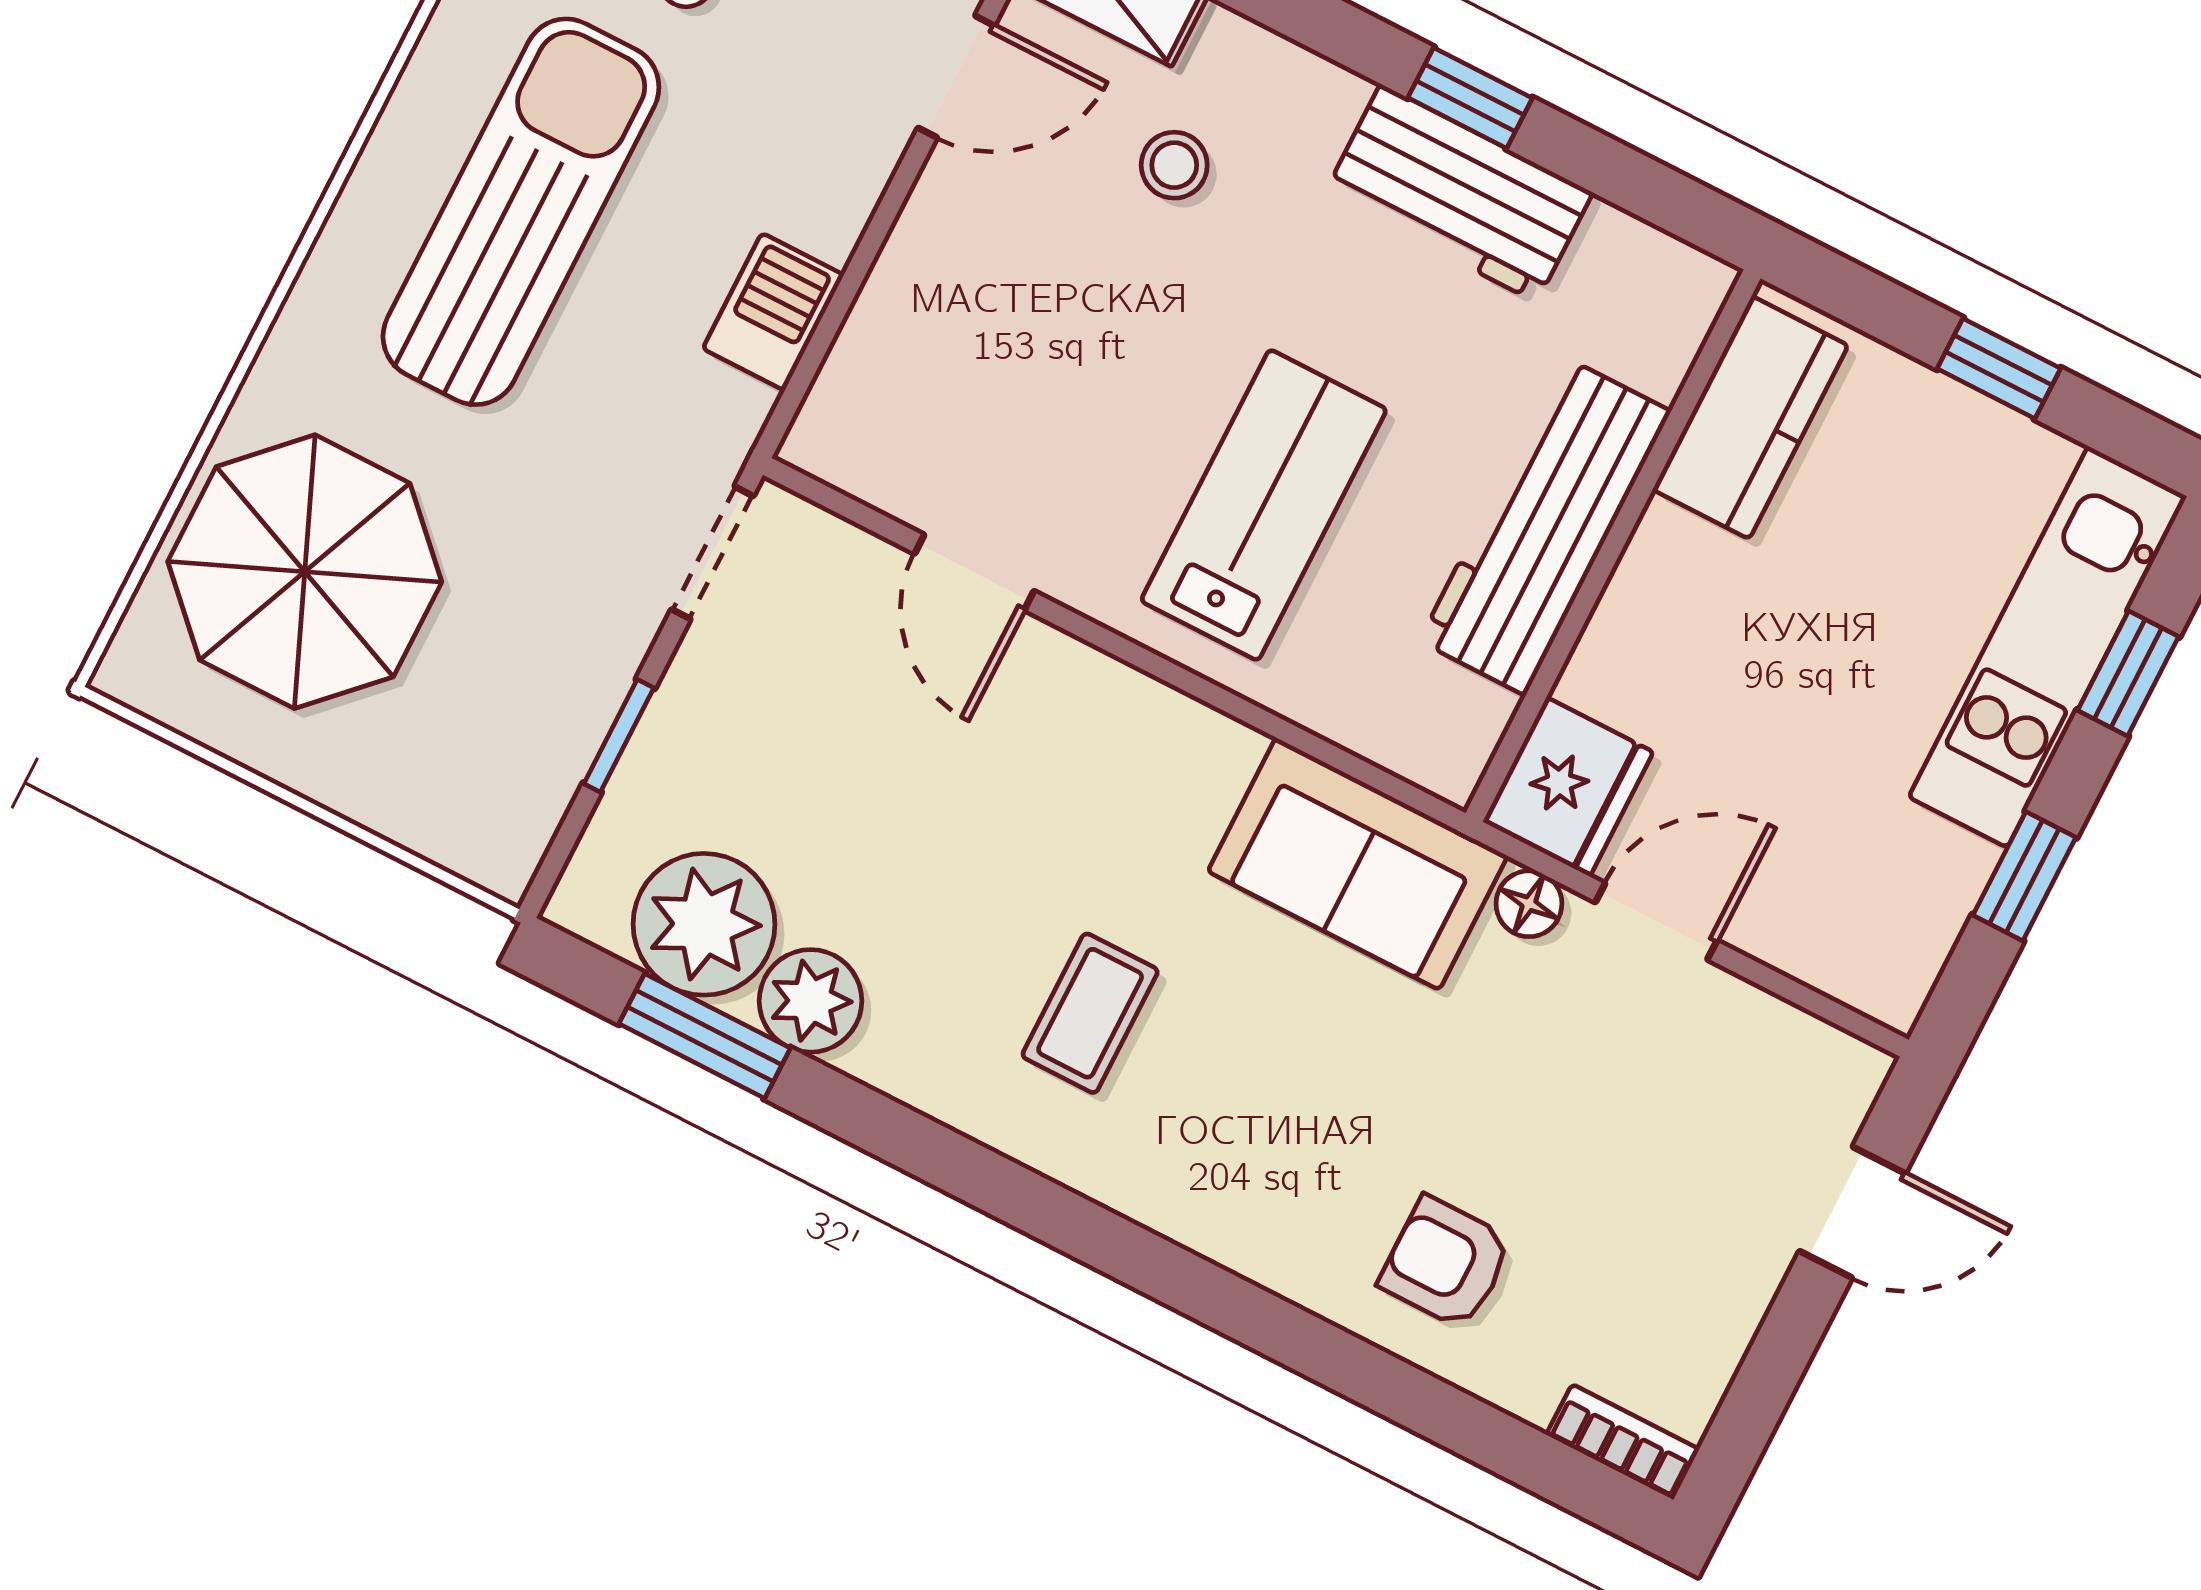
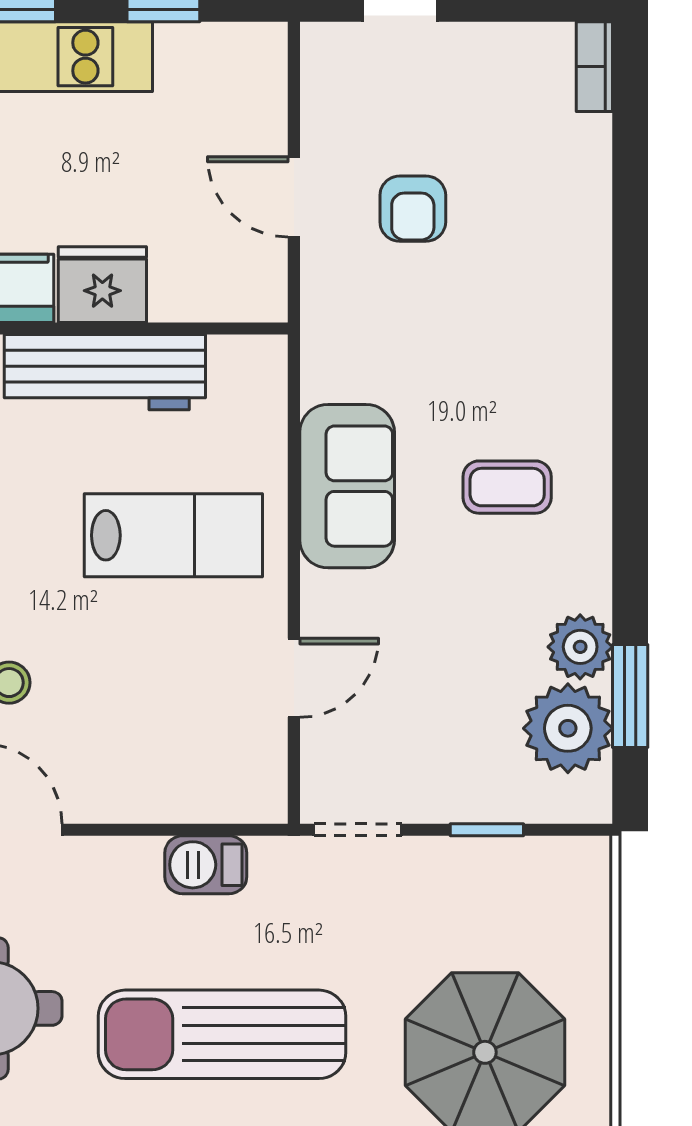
lab bench: (1264, 505) -> (173, 535), turned 180
fridge: (1568, 787) -> (102, 285), moved
sofa: (1358, 864) -> (347, 486), moved
floor lamp: (1529, 904) -> (320, 273), removed
armchair: (1446, 1263) -> (413, 209), moved

